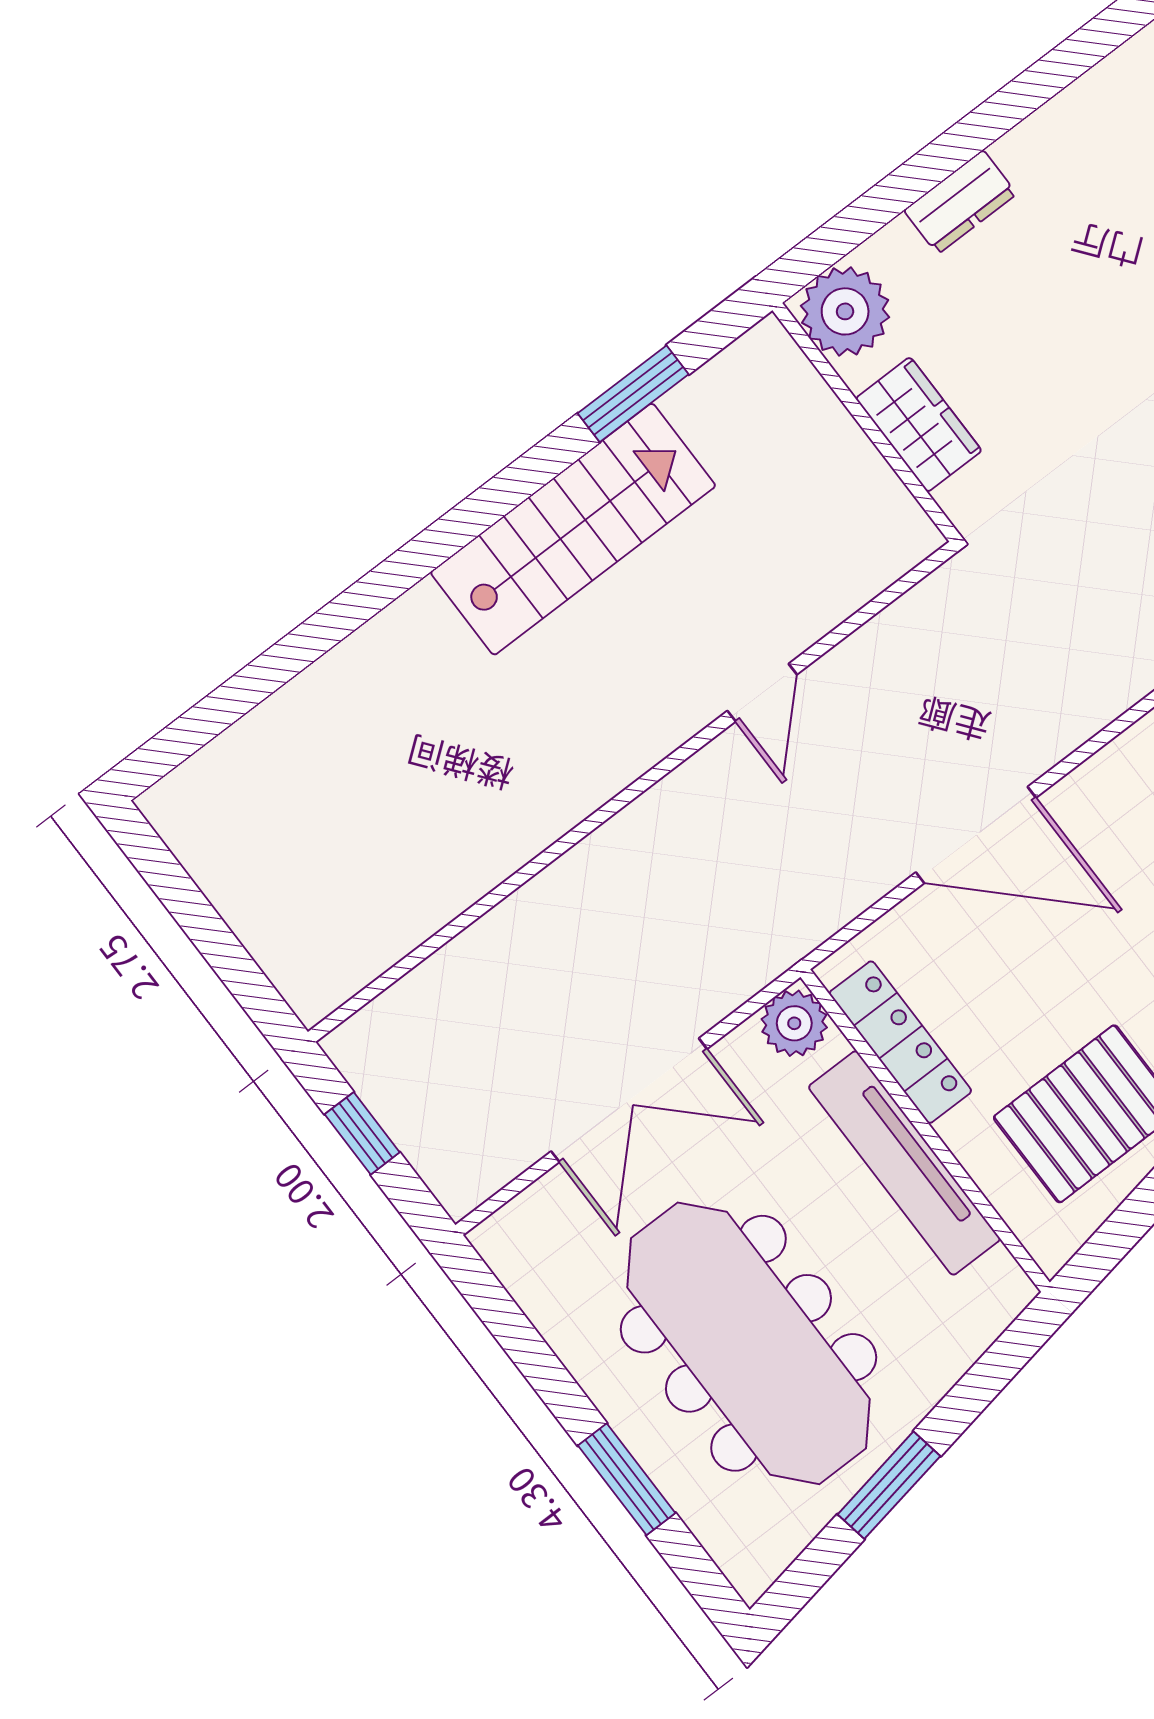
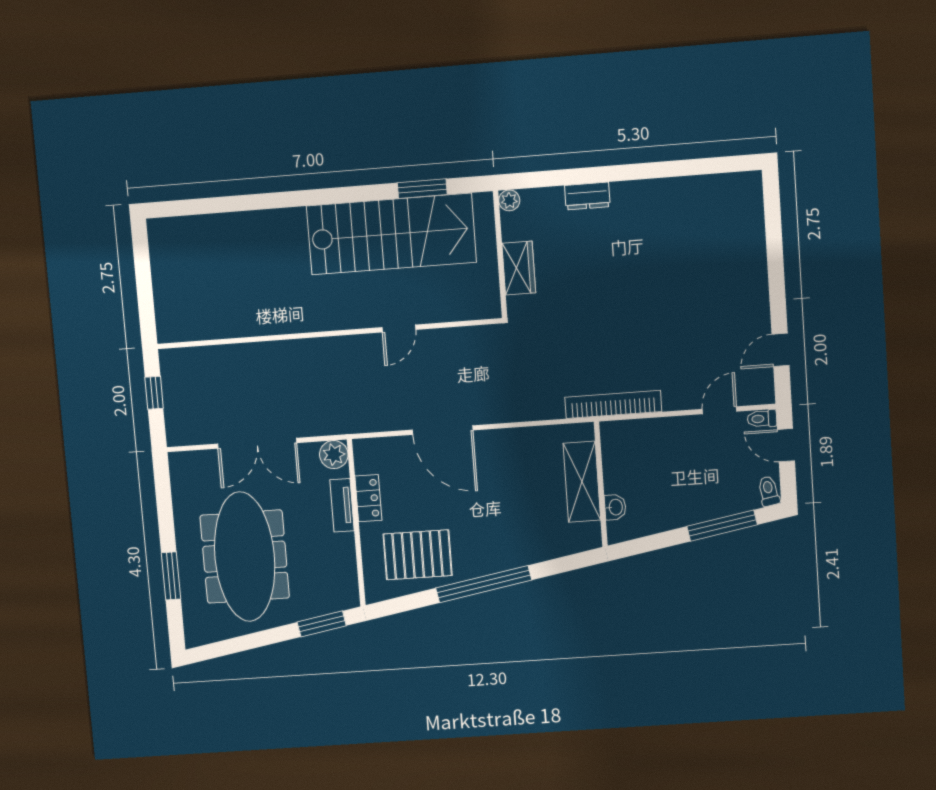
plant: (845, 311) -> (509, 200), width x0.53, depth x0.53
stairs: (573, 529) -> (391, 234), width x1.36, depth x1.51
locker: (900, 1042) -> (368, 498), width x0.66
tv unit: (904, 1163) -> (342, 505), width x0.52, depth x0.78
window: (889, 1485) -> (322, 624), moved

